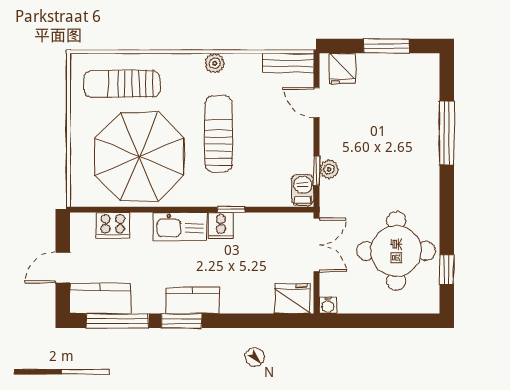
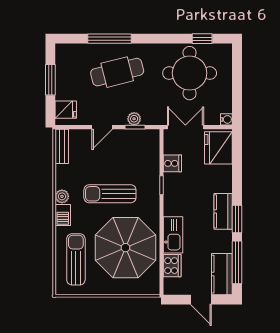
sun lounger: (122, 84) -> (76, 259), turned 180
door: (317, 103) -> (102, 127), moved
cafe table: (398, 144) -> (117, 72), added
barbecue: (303, 190) -> (63, 215), moved, turned -90
cooker: (221, 226) -> (172, 163), moved
kitchen sink: (180, 227) -> (173, 235), moved
fridge: (292, 299) -> (218, 148), width x1.36, depth x1.34

